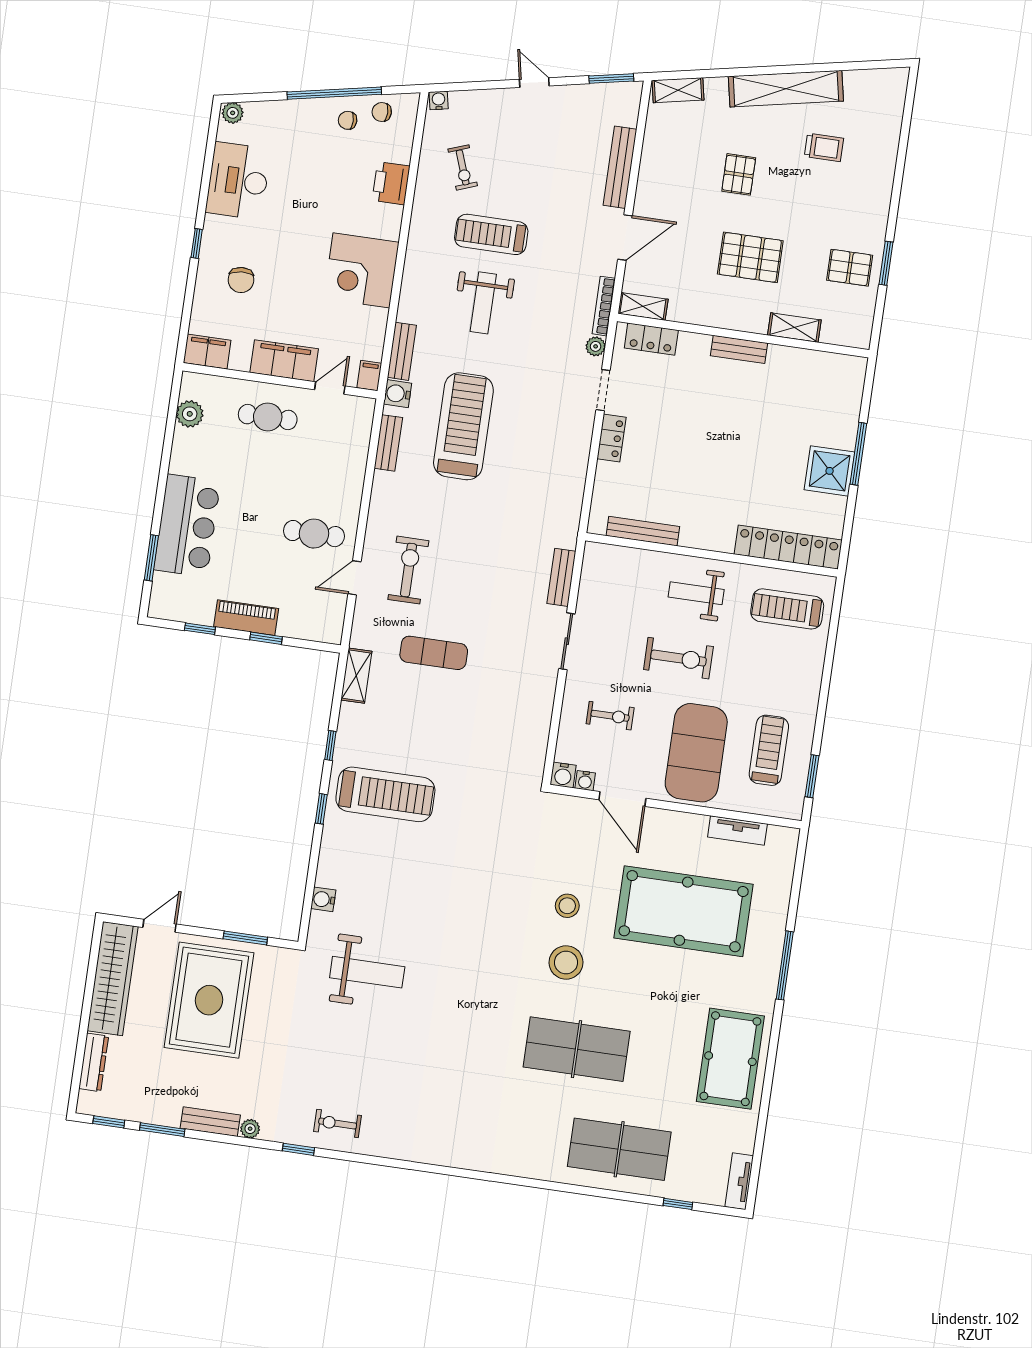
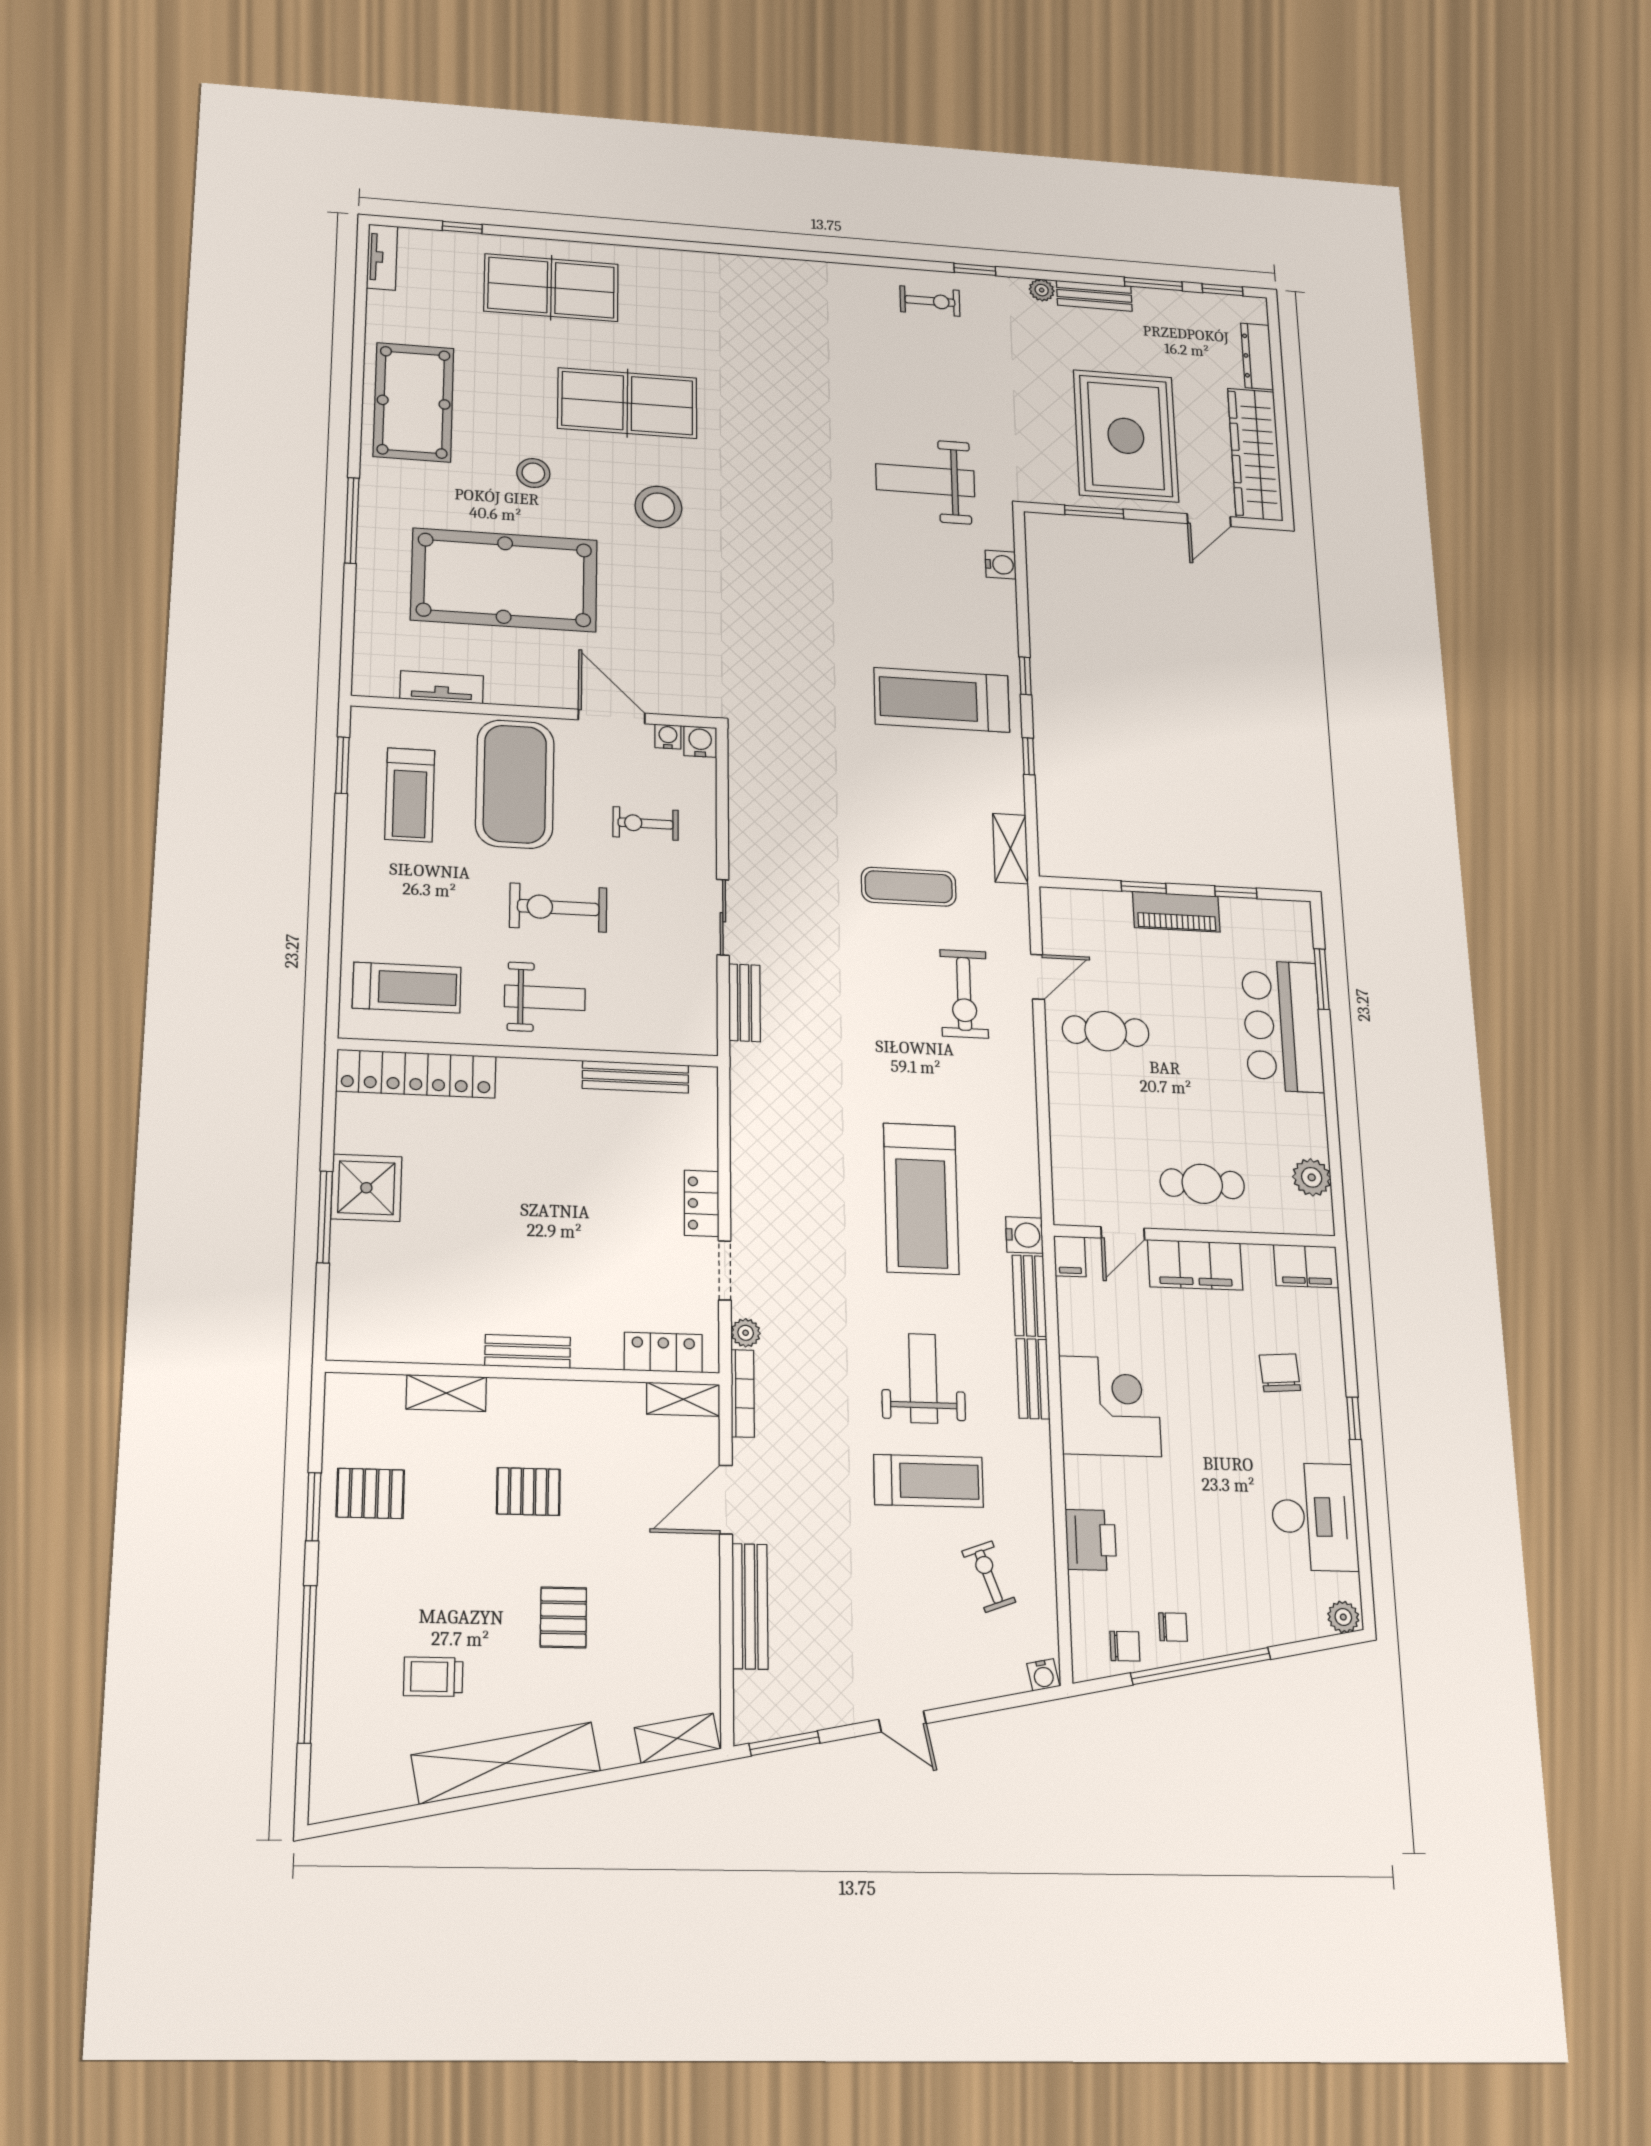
window: (900, 165) -> (307, 1664), added
pallet: (750, 257) -> (528, 1492), width x0.67, depth x0.71
bench: (388, 443) -> (1033, 1379), moved
stool: (567, 906) -> (533, 473), moved

